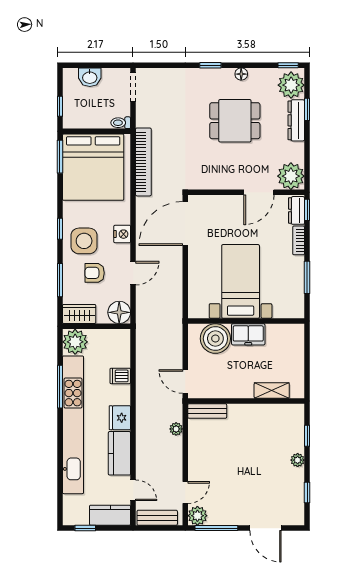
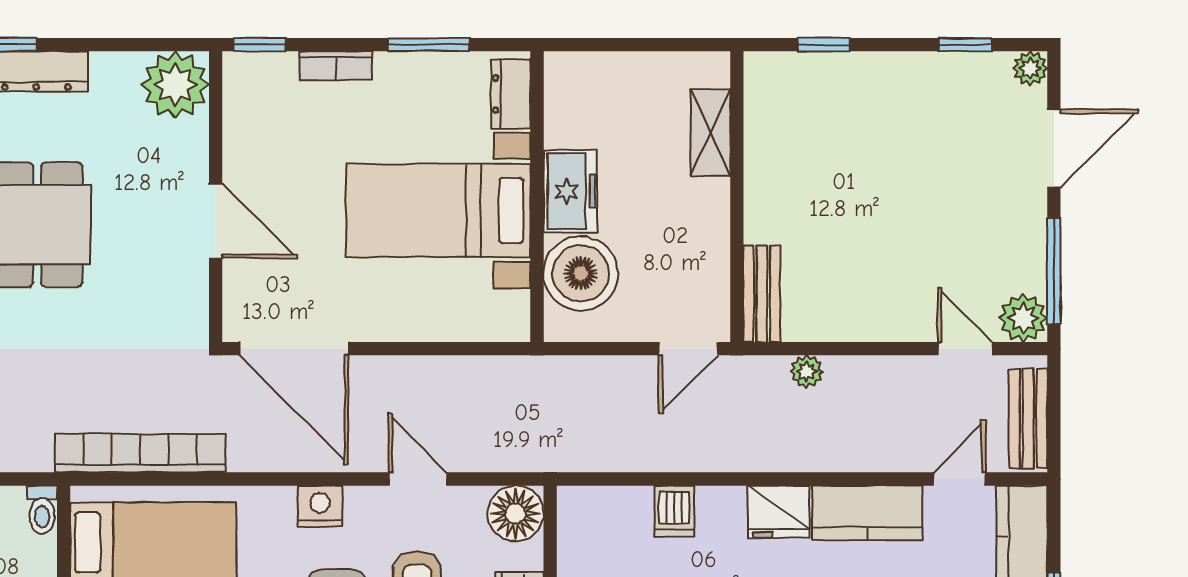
door: (259, 192) -> (216, 221), moved
dresser: (297, 210) -> (511, 94), moved, turned 90
plant: (298, 460) -> (1030, 68), moved

